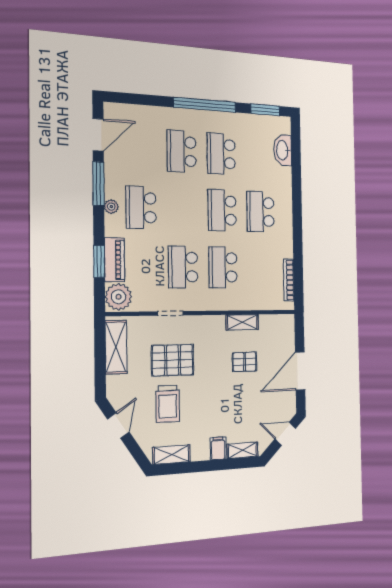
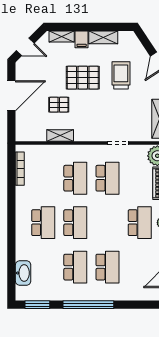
pallet: (173, 360) -> (83, 78), moved
shelving: (172, 455) -> (103, 37), moved

